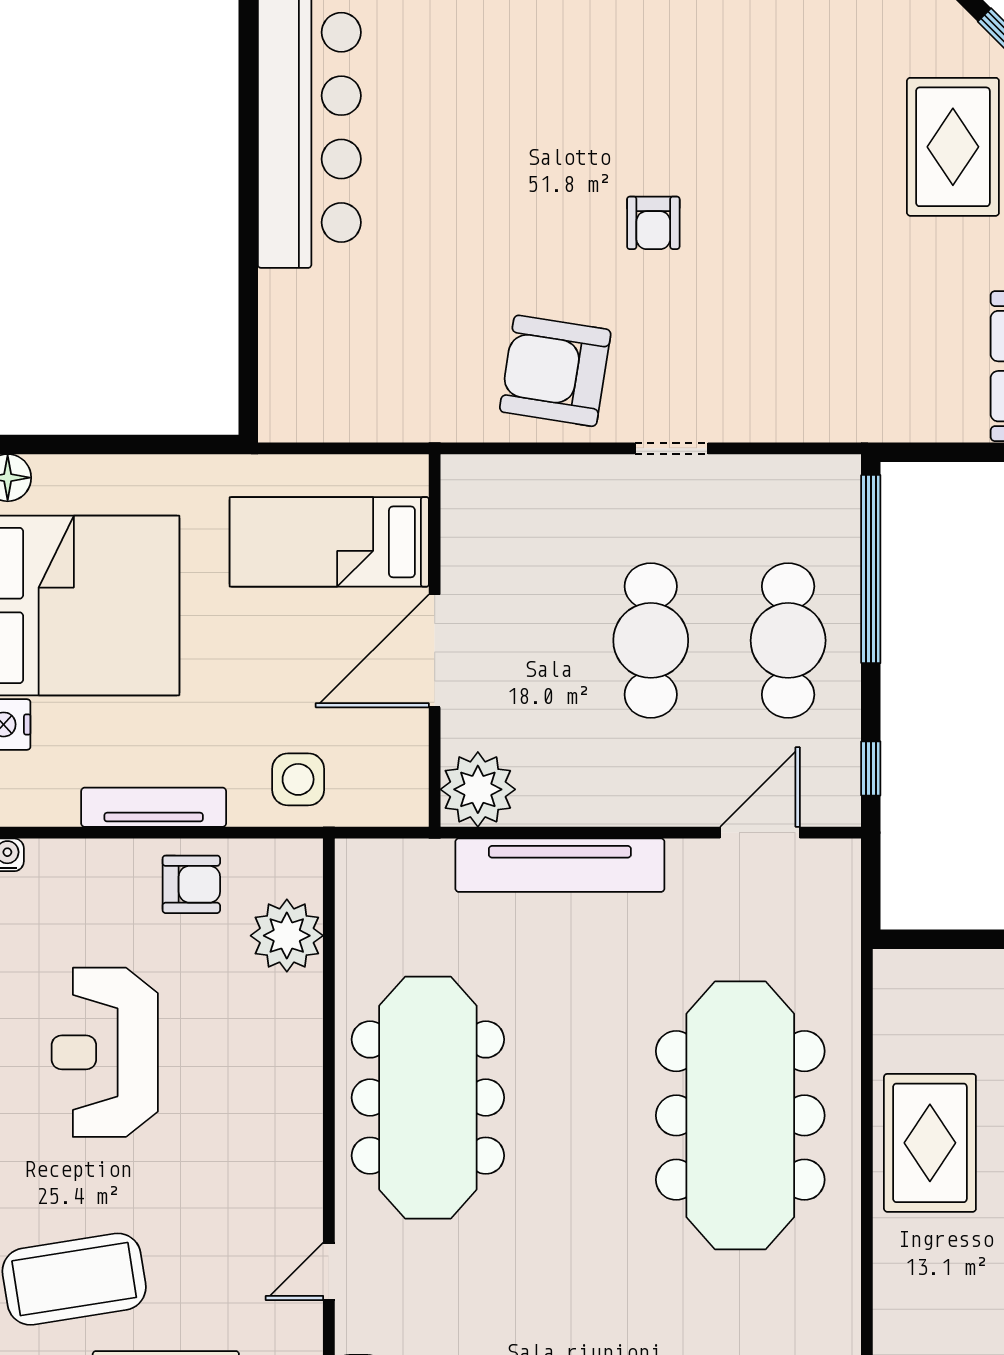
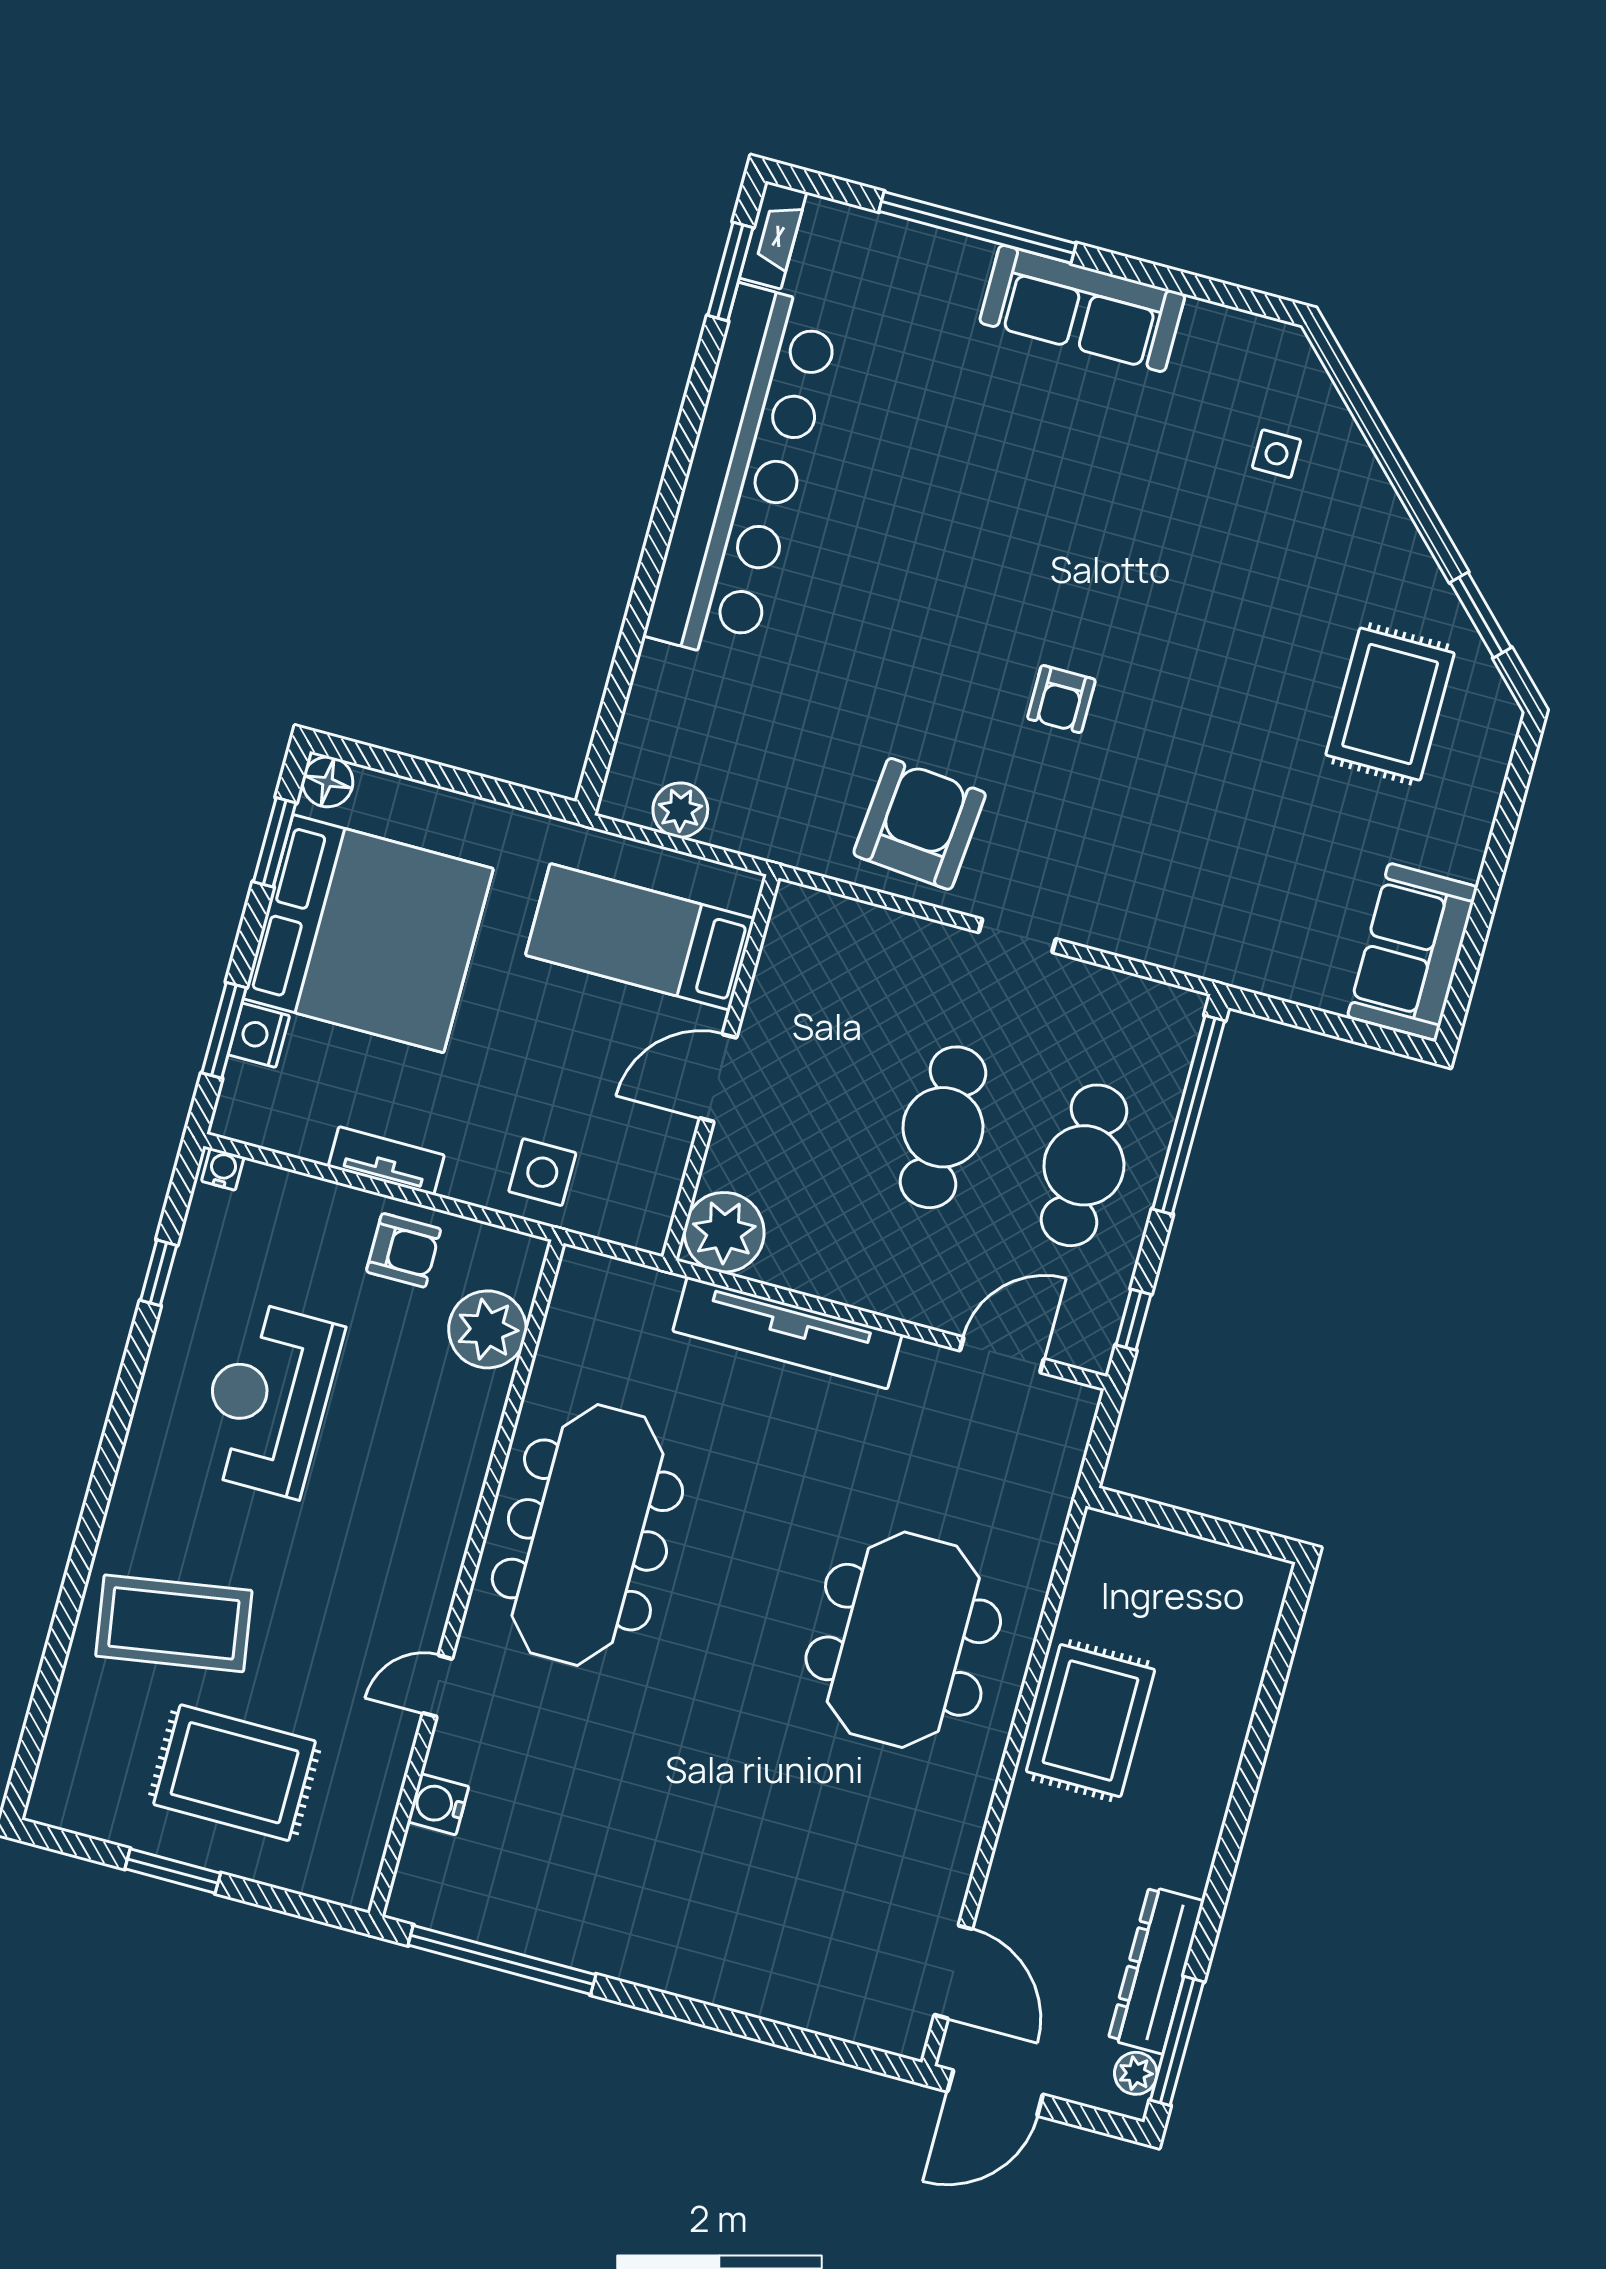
armchair: (555, 371) -> (920, 824), turned 86
plant: (335, 417) -> (680, 810), added
door: (435, 651) -> (718, 1078), width x0.73
tv unit: (154, 807) -> (386, 1161), width x0.71
meeting table: (740, 1115) -> (903, 1640), width x0.73

